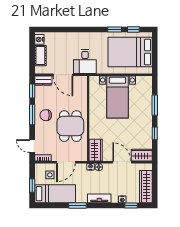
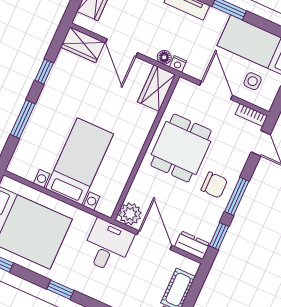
window: (115, 29) -> (60, 290), moved
plant: (81, 82) -> (130, 214), added
door: (66, 162) -> (216, 90), hinge flipped

